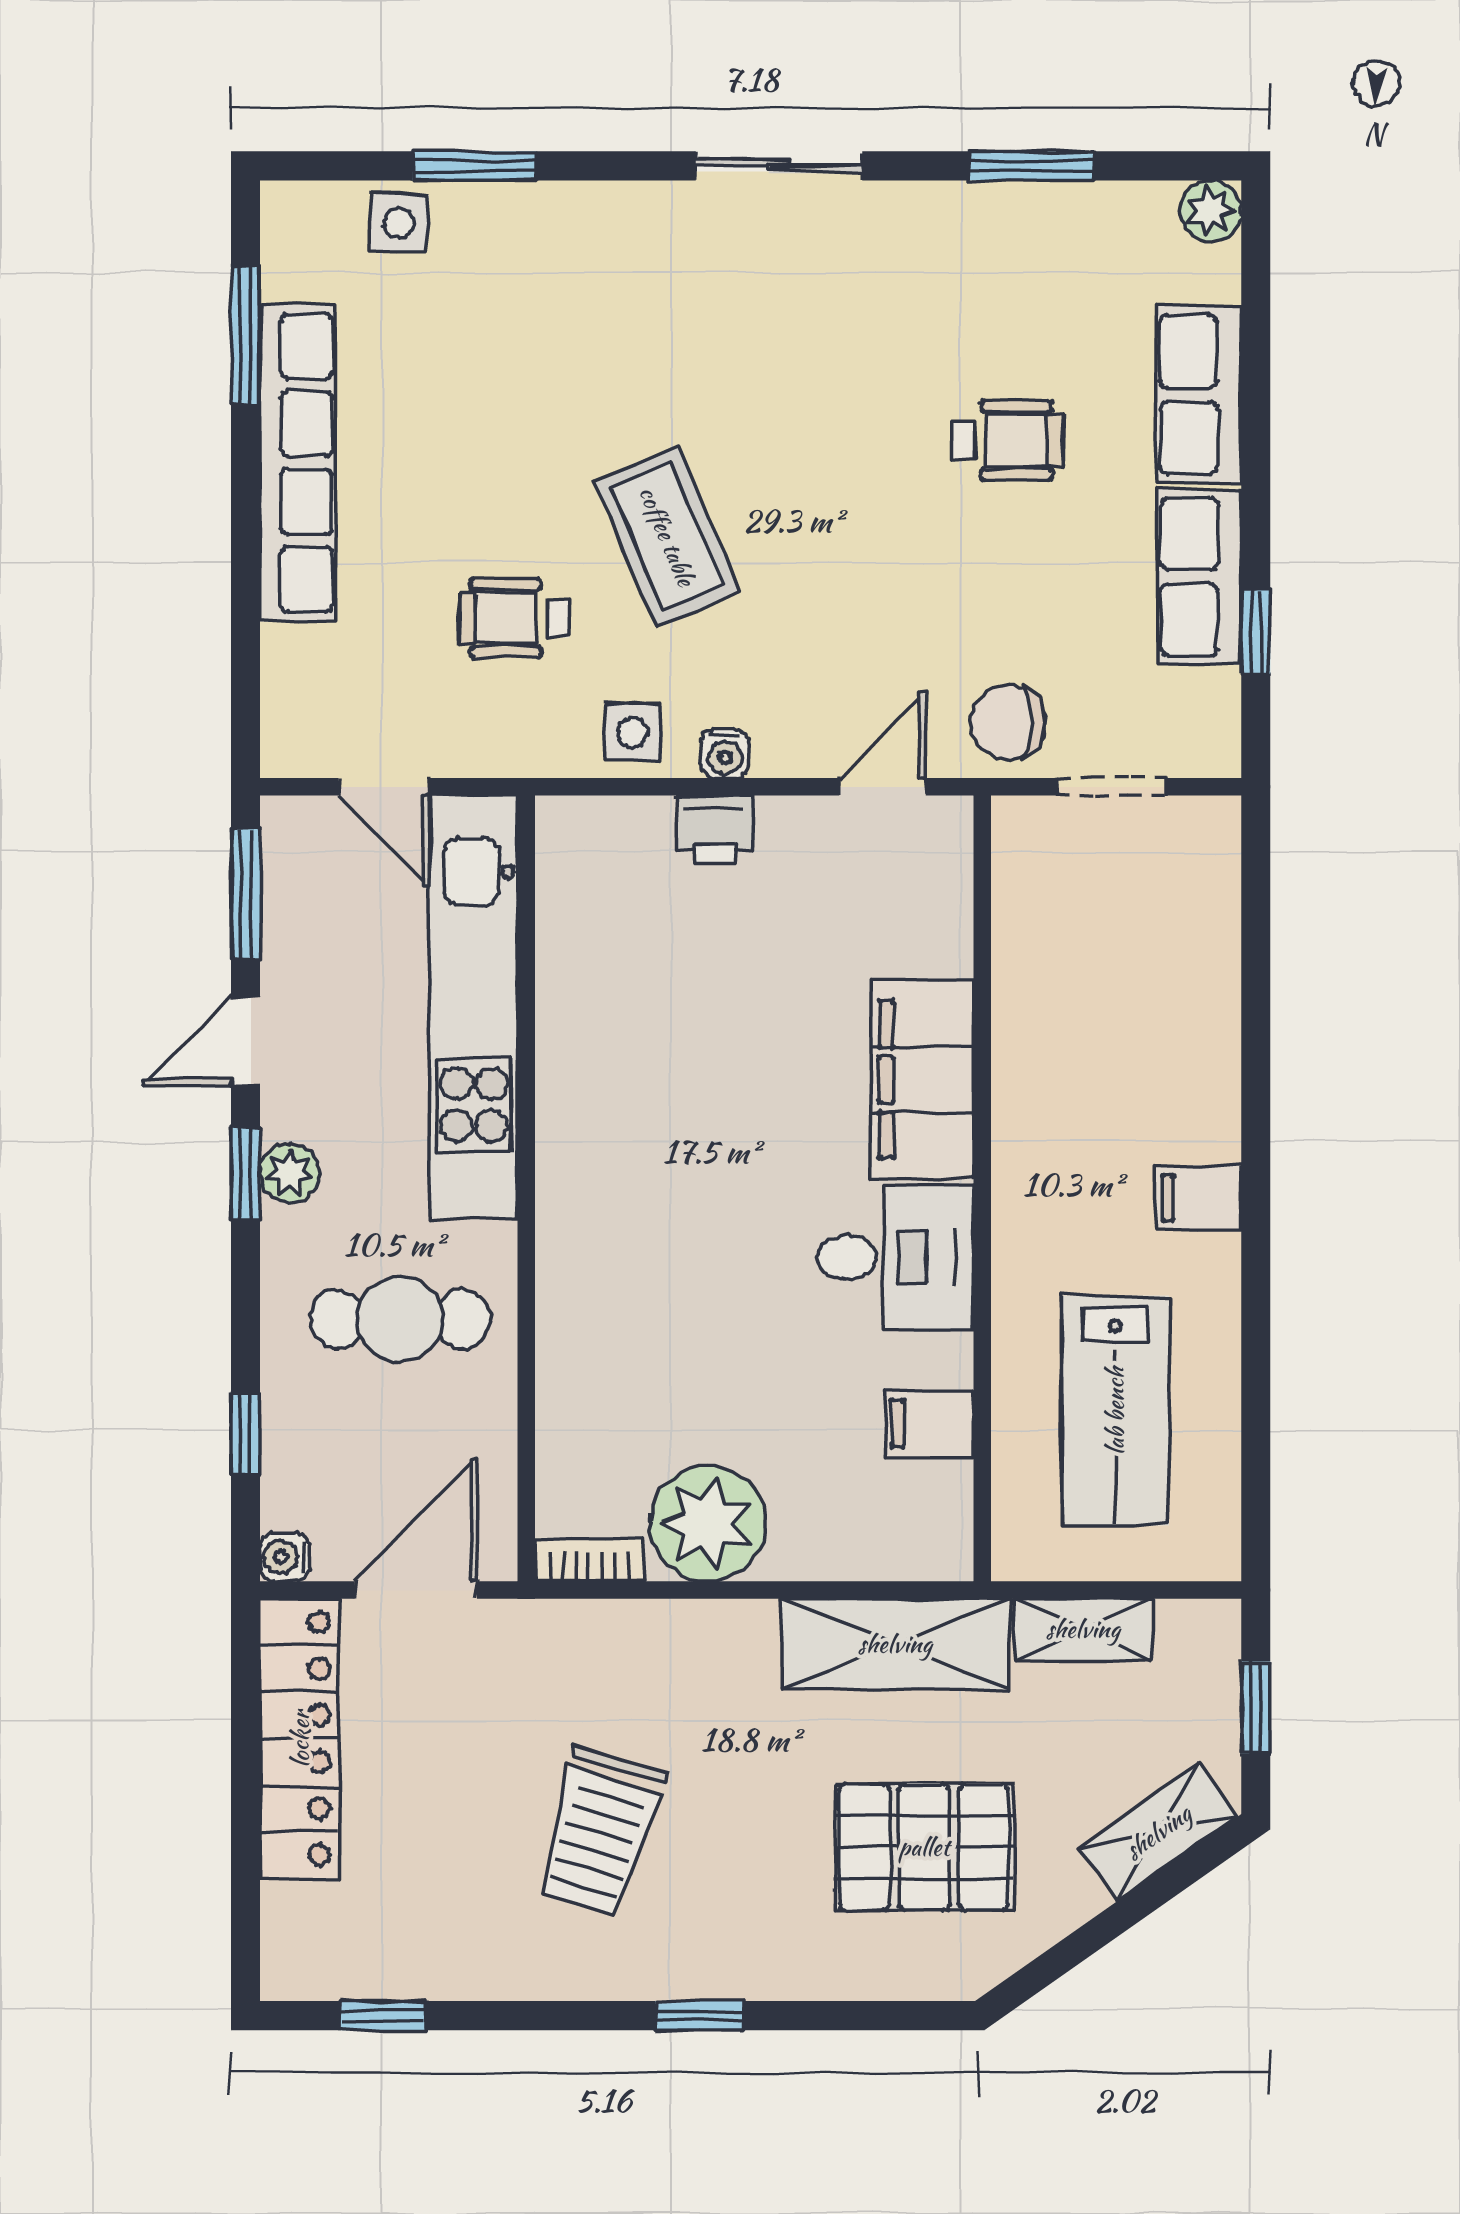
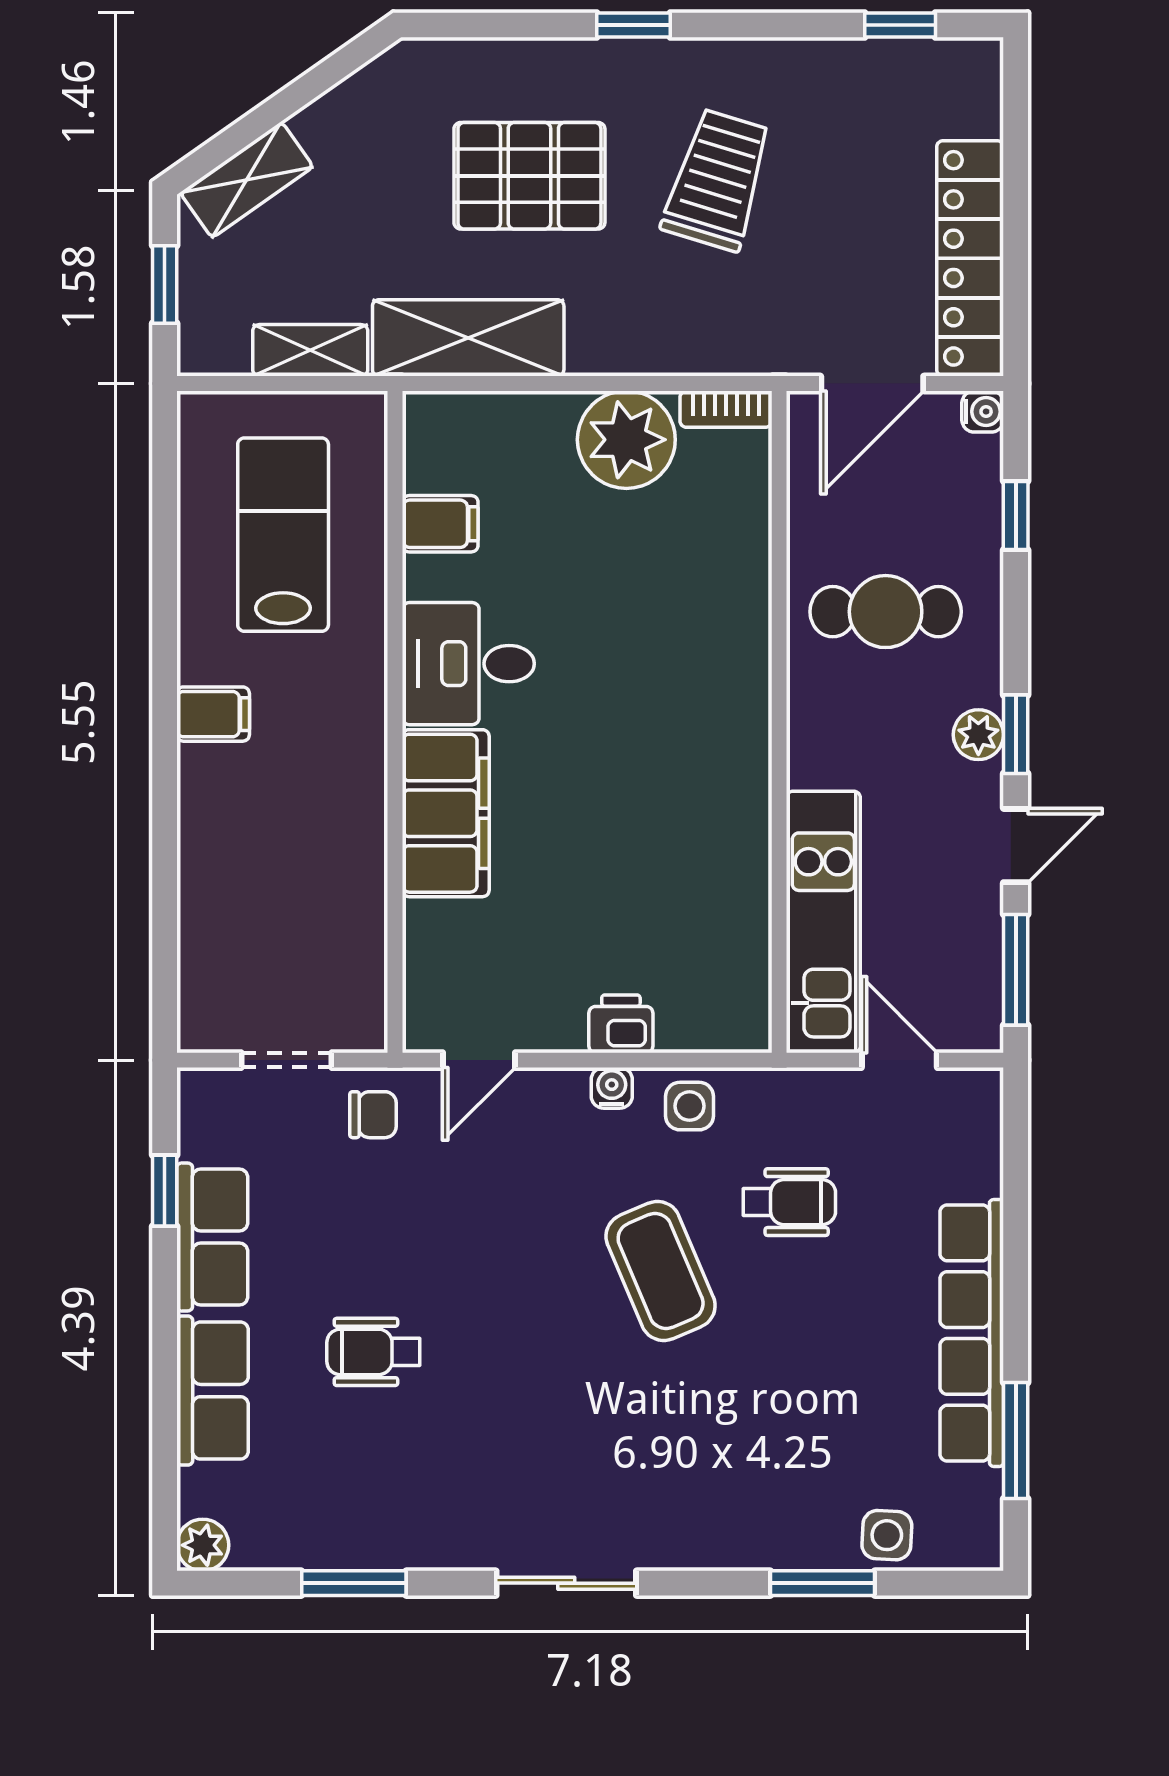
chair: (1008, 722) -> (373, 1115), width x0.73, depth x0.73
kitchen unit: (474, 1007) -> (823, 922), width x0.73
pallet: (924, 1847) -> (529, 176), moved

